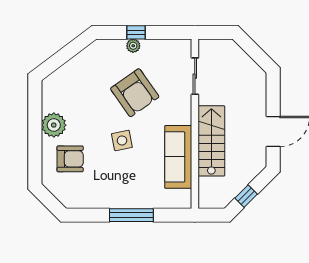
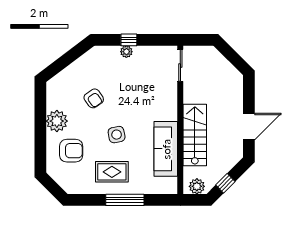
sliding door: (195, 76) -> (180, 65), moved
armchair: (135, 93) -> (94, 98), moved, width x0.53, depth x0.53
rug: (117, 183) -> (112, 172), added
plant: (214, 200) -> (197, 186), added

